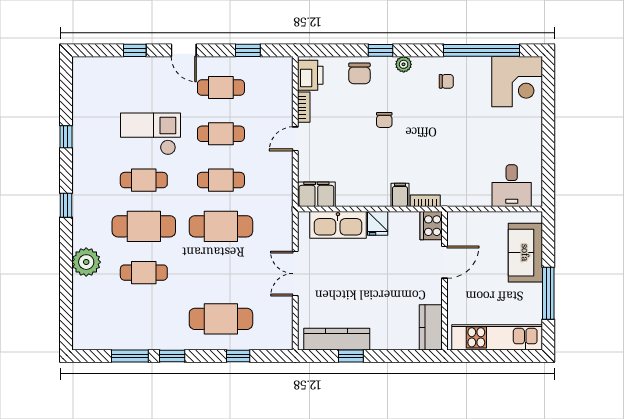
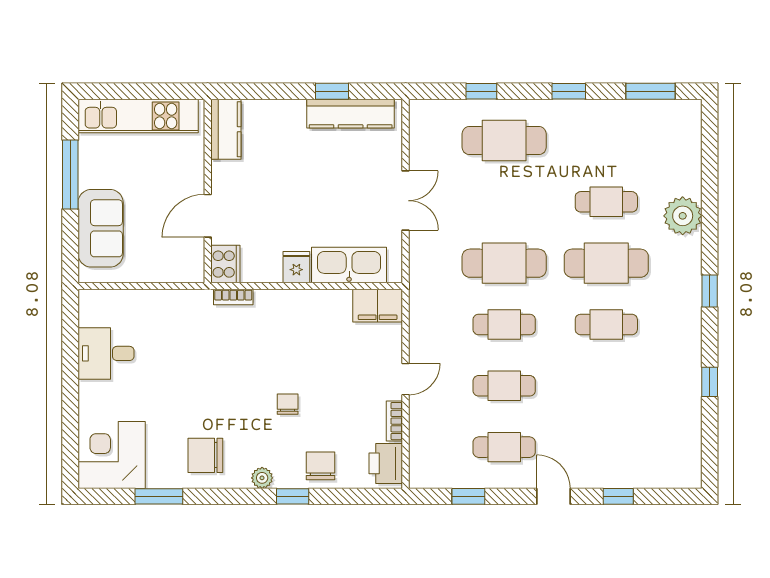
window: (481, 50) -> (159, 496), width x0.47
chair: (446, 81) -> (205, 455), width x1.87, depth x1.87
checkout: (151, 134) -> (597, 386), removed
desk: (512, 186) -> (106, 353), moved, turned -90
filing cabinet: (400, 195) -> (267, 305), removed
window: (130, 356) -> (651, 91), moved

